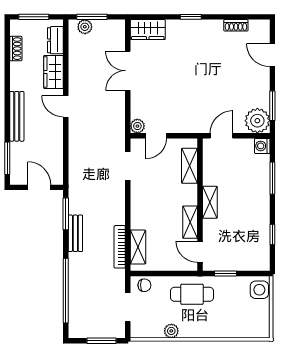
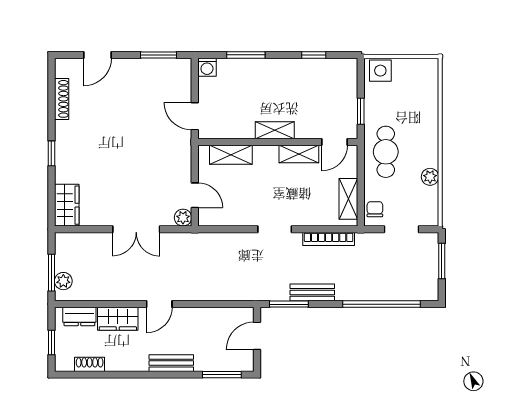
window: (34, 17) -> (51, 343), width x0.67
shoe rack: (236, 25) -> (62, 99), width x1.43
double door: (128, 71) -> (136, 229), moved
bench: (17, 116) -> (171, 363), width x0.73
plant: (257, 121) -> (177, 73), removed
doorway: (128, 166) -> (275, 229), moved
shelving: (138, 247) -> (348, 199), moved, turned 90

